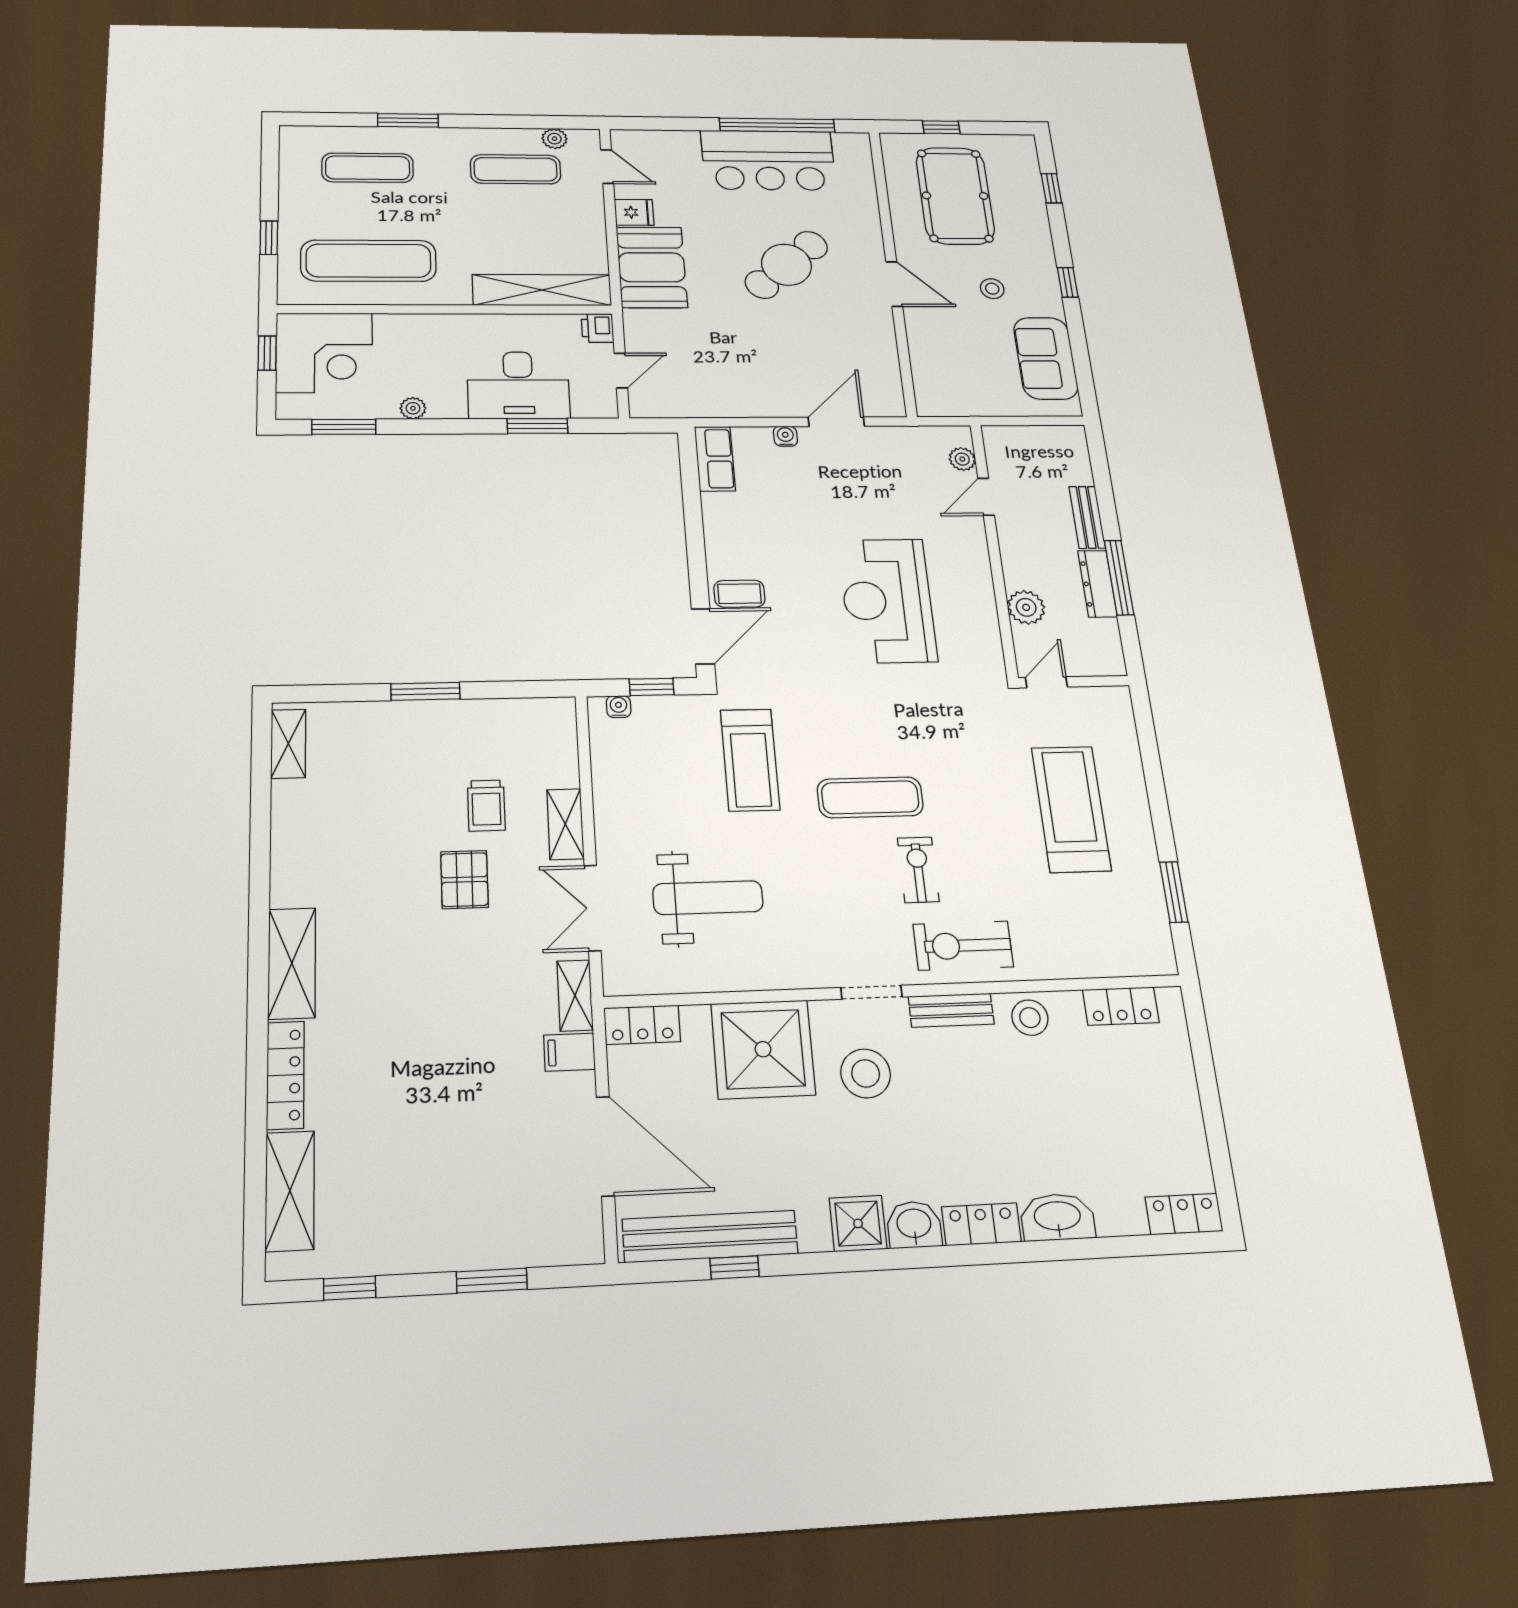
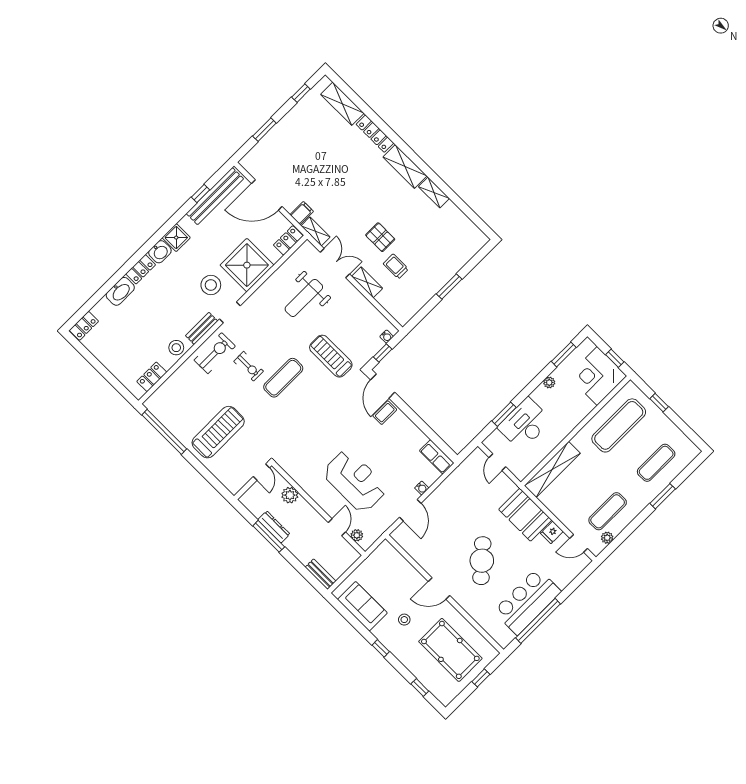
printer: (597, 328) -> (520, 472), removed
bench: (1087, 517) -> (320, 574), moved
reception desk: (887, 600) -> (355, 481), moved
shelving: (288, 744) -> (434, 193), moved
treadmill: (1071, 809) -> (218, 432), turned -90
window: (1174, 892) -> (164, 432), width x2.11

